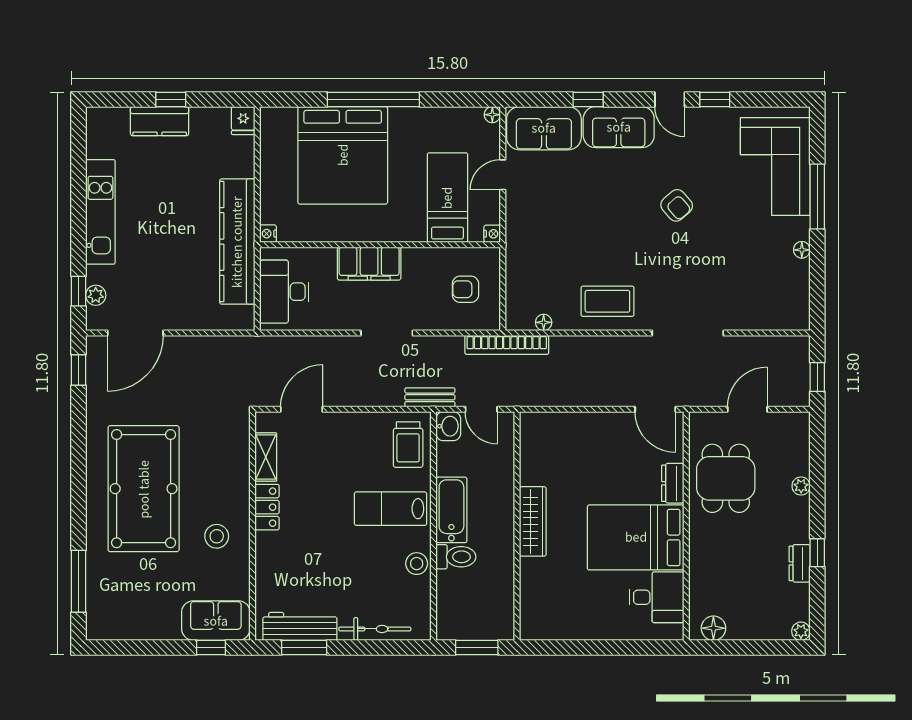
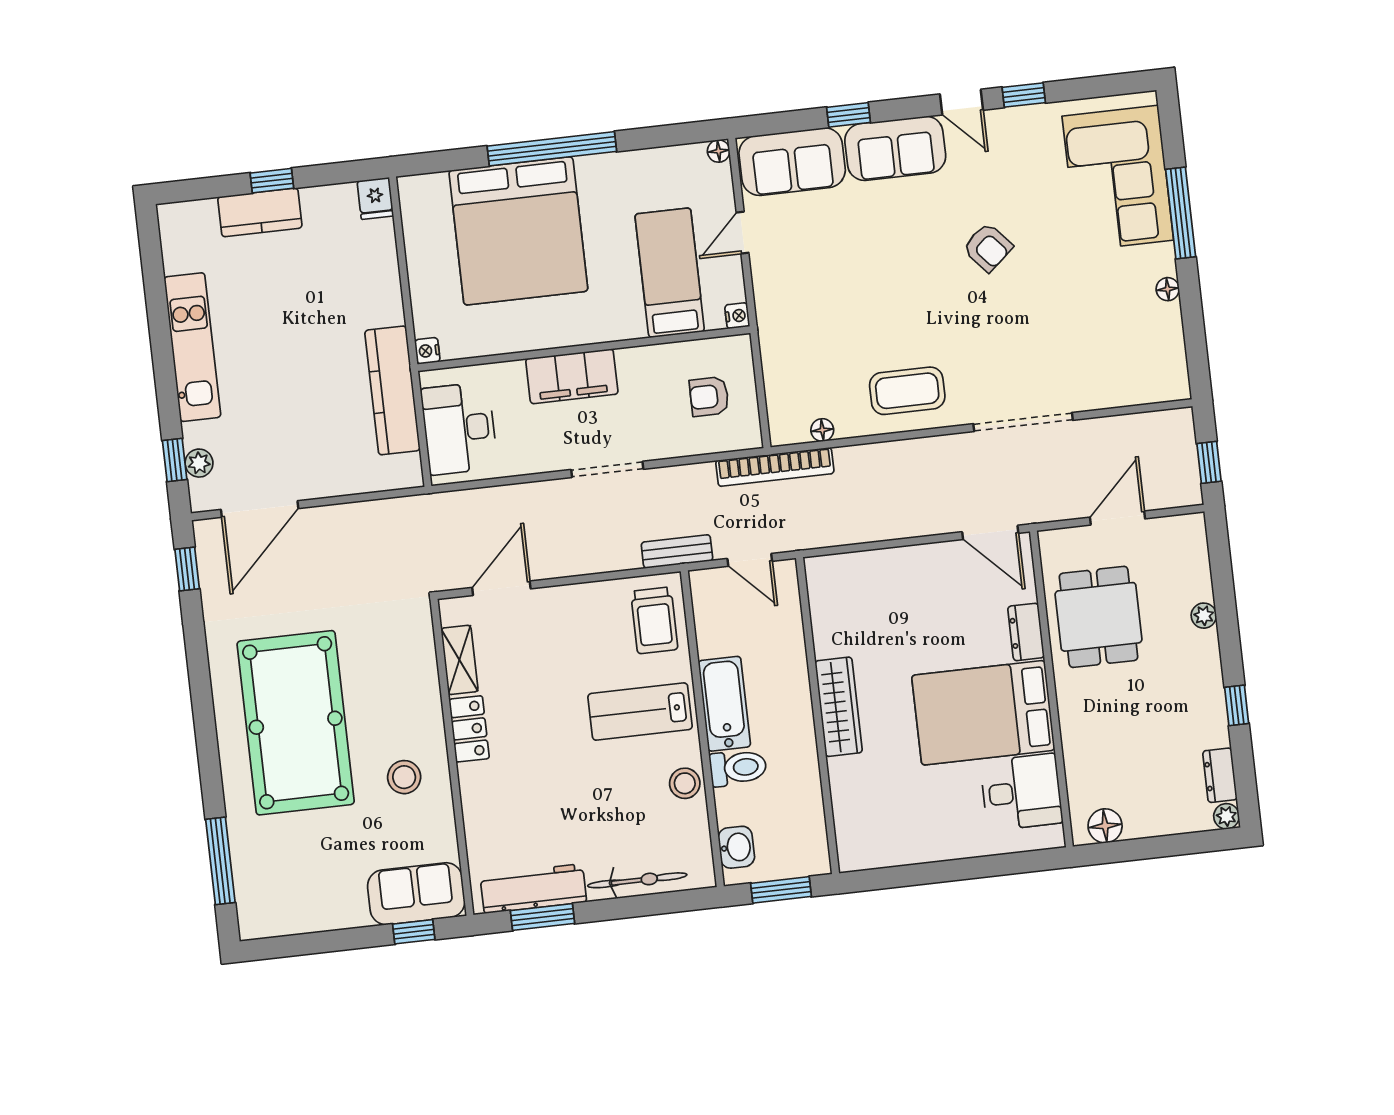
kitchen counter: (237, 242) -> (392, 390), width x0.72, depth x0.86
washbasin: (448, 426) -> (736, 847), moved
dresser: (800, 563) -> (1220, 775), moved

